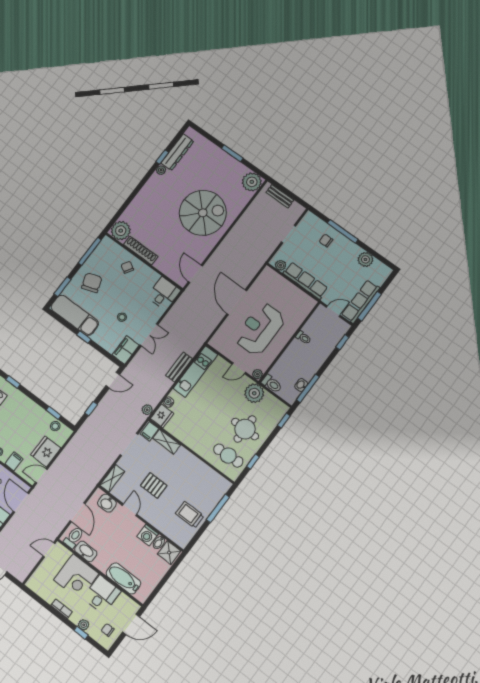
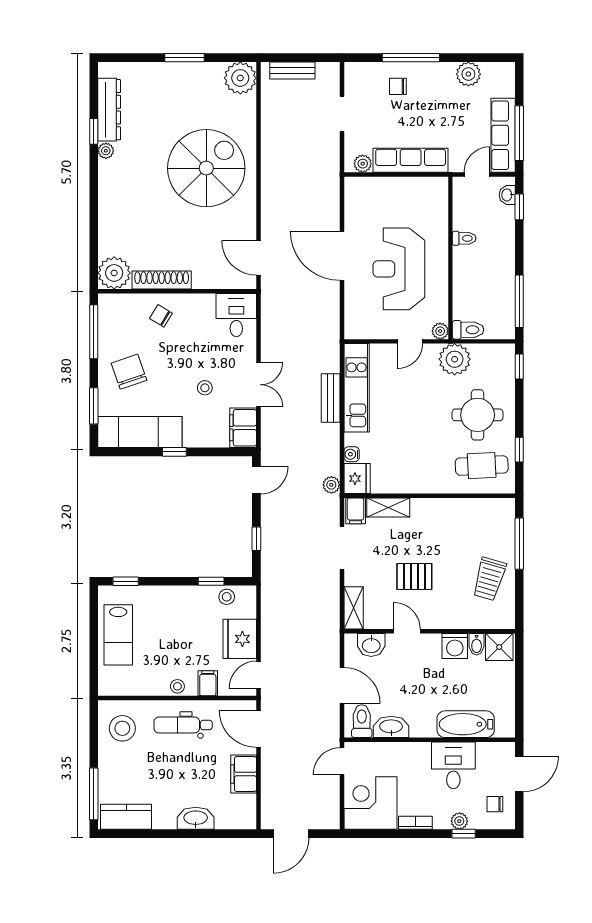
washbasin: (301, 385) -> (507, 195), moved
trolley: (190, 515) -> (489, 579), turned -74
corner desk: (76, 577) -> (370, 803), moved, turned 180

